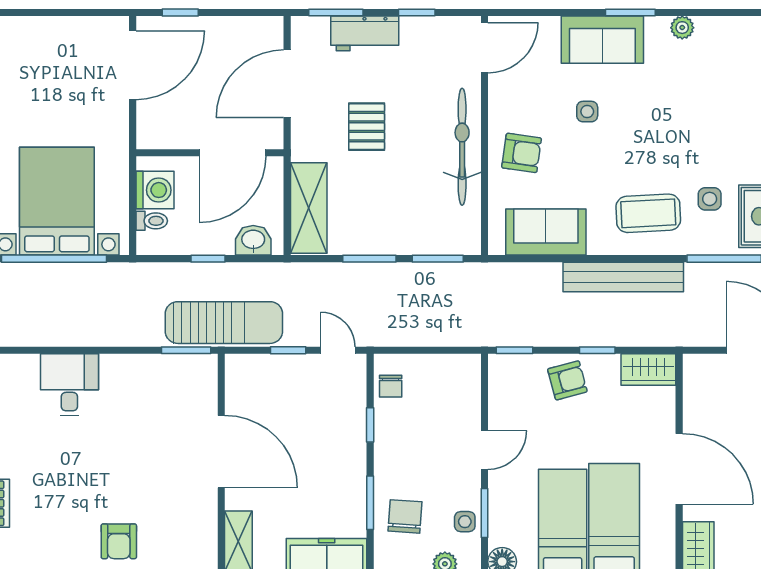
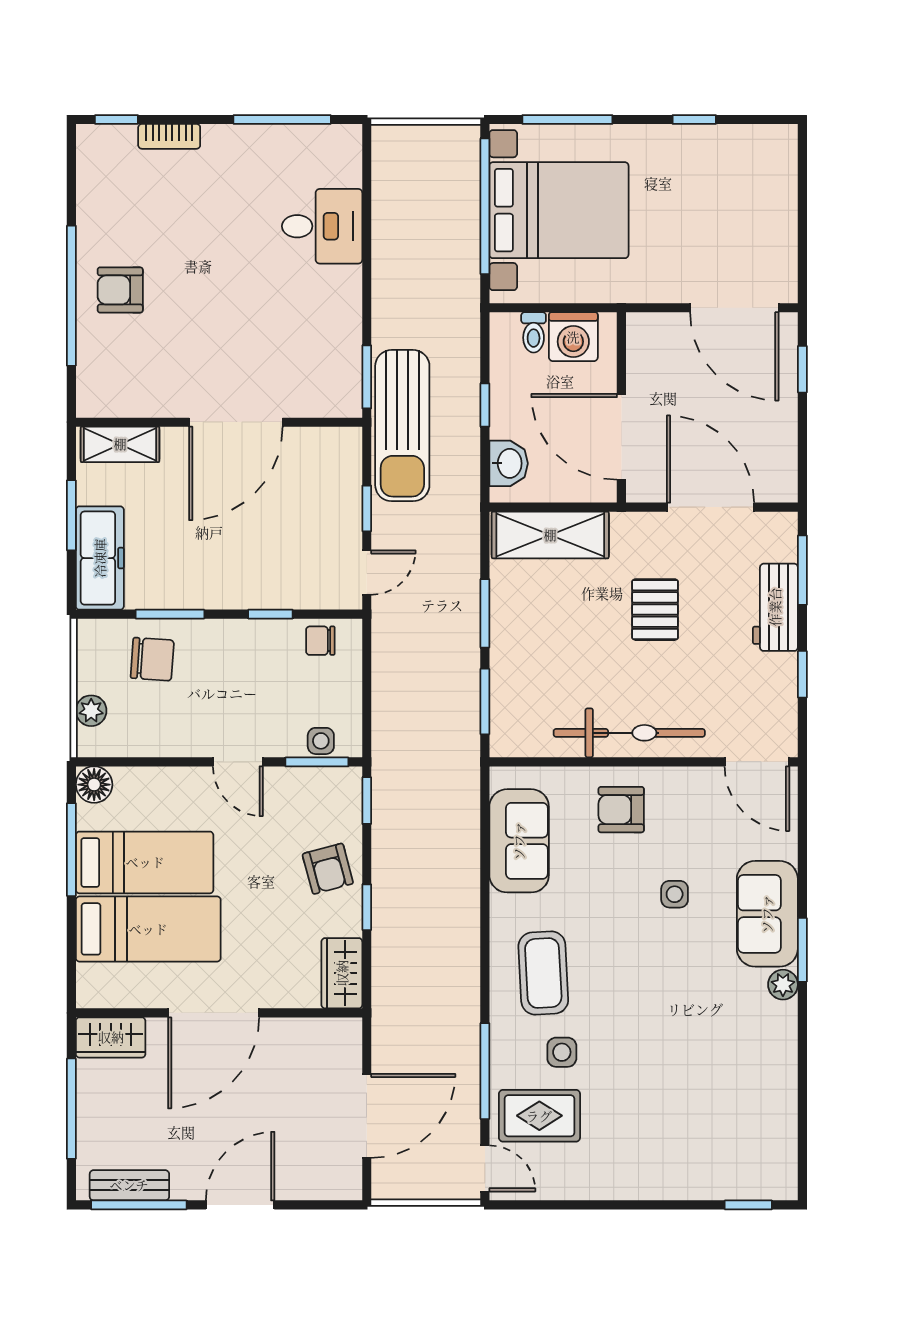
plant: (682, 28) -> (783, 985), moved
pallet: (367, 127) -> (655, 610), turned 90
armchair: (522, 153) -> (621, 810), turned 82
bench: (623, 277) -> (461, 941), removed
window: (485, 513) -> (317, 762), moved
side table: (465, 522) -> (321, 741), moved

